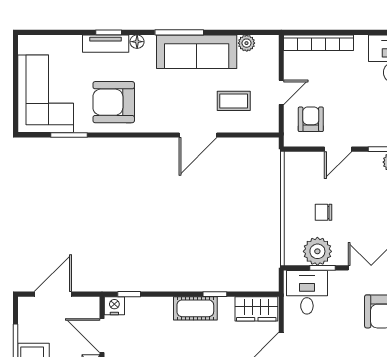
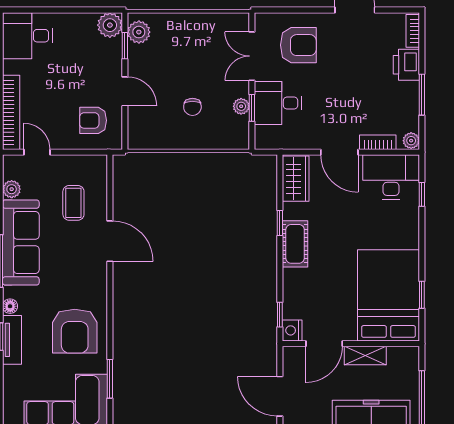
door: (281, 92) -> (37, 152), moved
plant: (317, 251) -> (241, 106), width x0.53, depth x0.53
desk: (307, 292) -> (278, 103), moved

